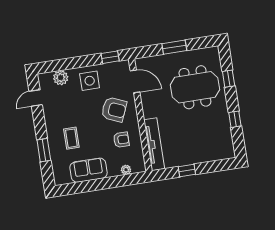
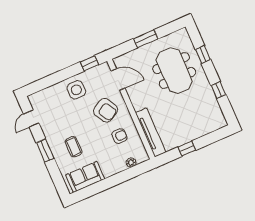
plant: (61, 78) -> (49, 94), removed
meeting table: (195, 87) -> (174, 71), turned 90
armchair: (114, 110) -> (106, 110), turned 37
window: (44, 150) -> (45, 150), moved
sofa: (89, 170) -> (85, 177), moved

